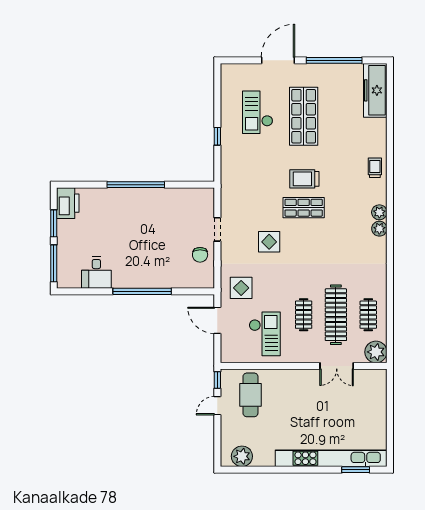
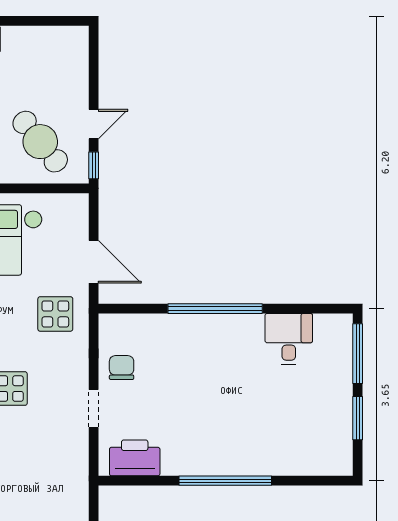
printer: (68, 203) -> (135, 458), moved, turned 90
cafe table: (250, 395) -> (40, 142), turned -39
plant: (242, 456) -> (54, 42), removed

